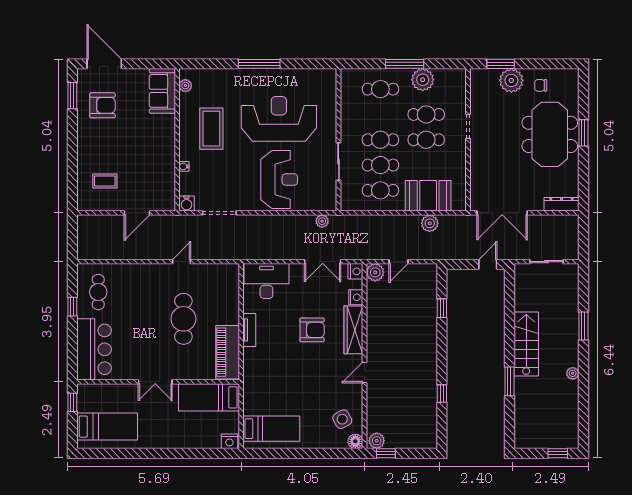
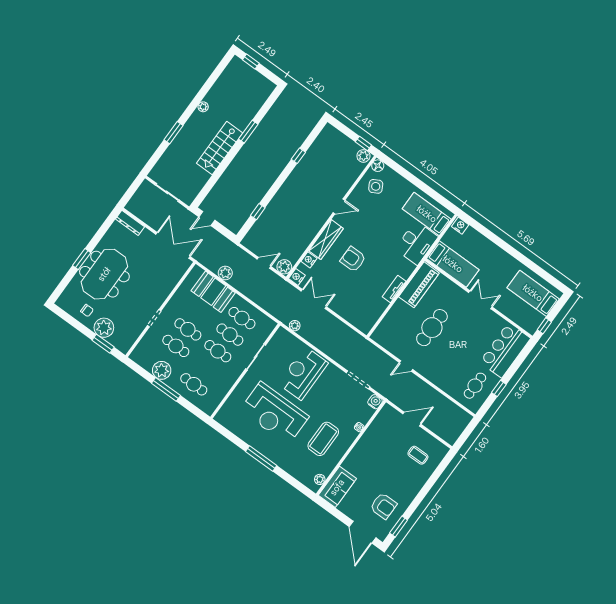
armchair: (102, 105) -> (383, 506), turned 180
desk: (266, 281) -> (416, 243), moved, turned -90

